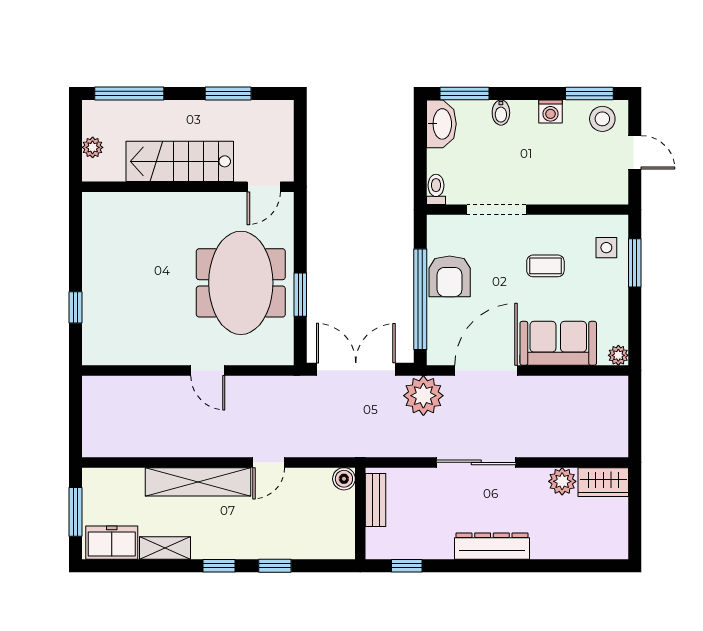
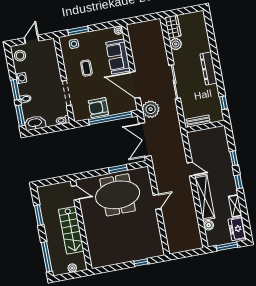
window: (589, 93) -> (15, 90), moved
armchair: (450, 276) -> (98, 108), turned 180
boiler: (344, 479) -> (209, 225), moved

